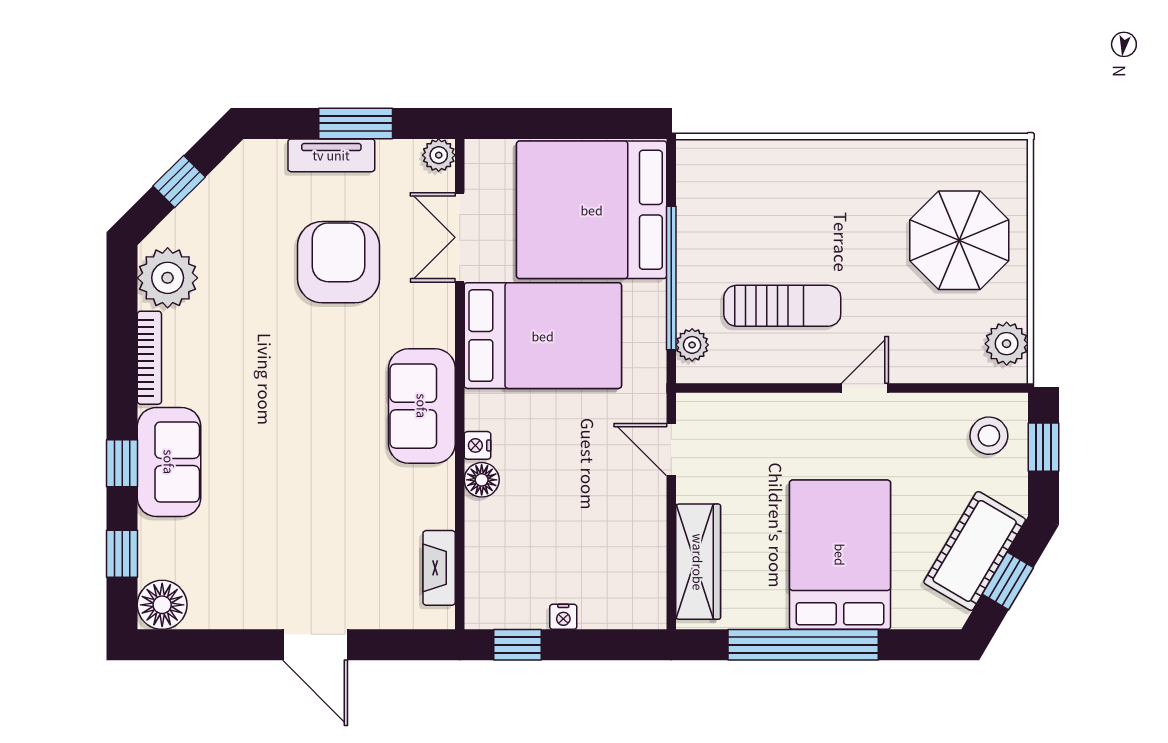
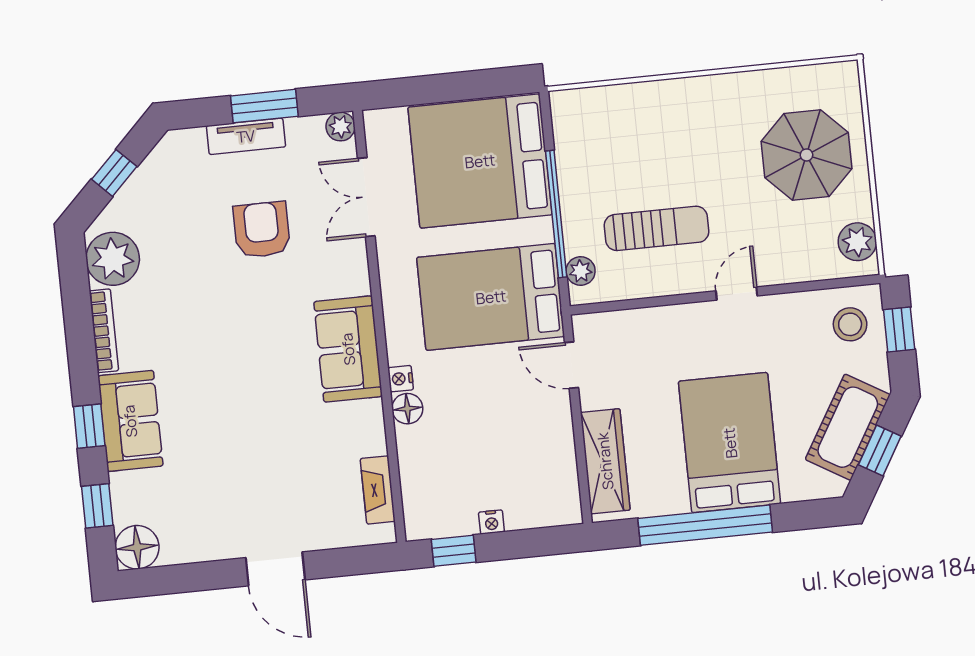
armchair: (338, 262) -> (262, 230), width x0.73, depth x0.73
bed: (543, 336) -> (491, 297), moved, turned 180

